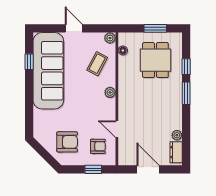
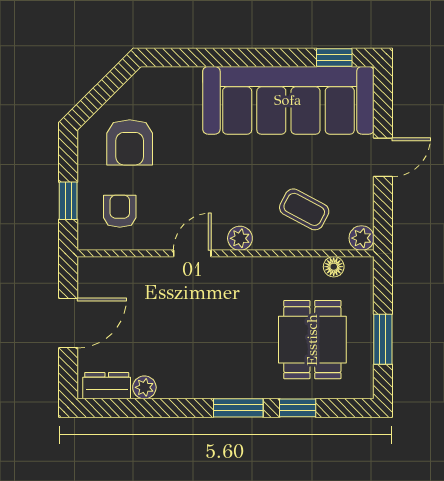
dining table: (155, 60) -> (312, 340), turned 90
window: (29, 62) -> (334, 57), moved
door: (117, 129) -> (192, 253), moved
armchair: (98, 146) -> (120, 211), turned 180

